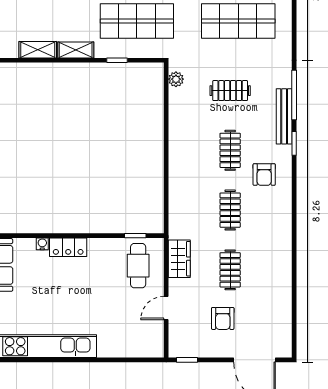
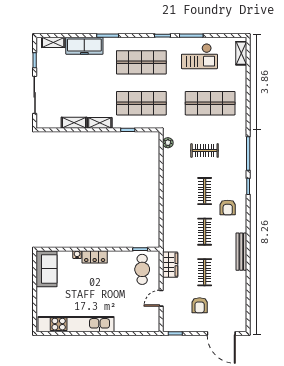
bench: (284, 116) -> (241, 252), moved

